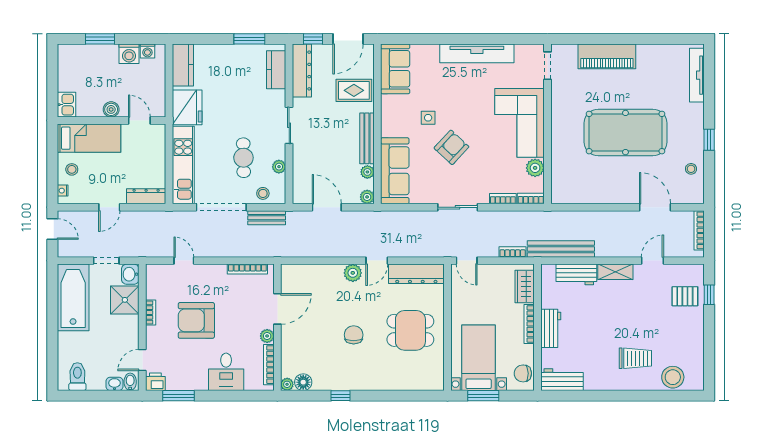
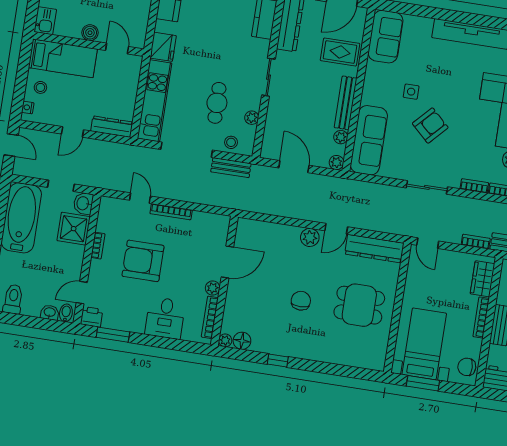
fridge: (187, 107) -> (163, 47), width x0.73, depth x0.75
bookcase: (247, 269) -> (171, 212), moved

